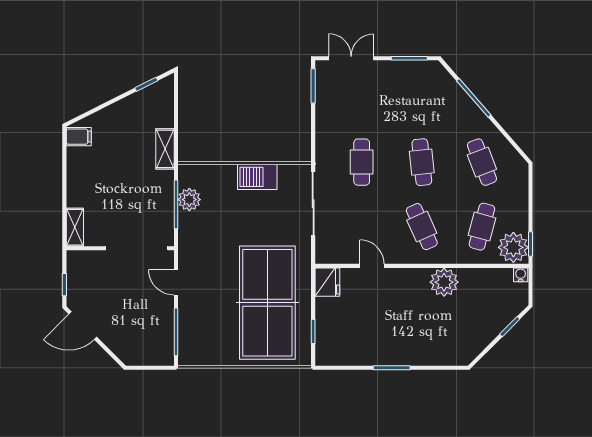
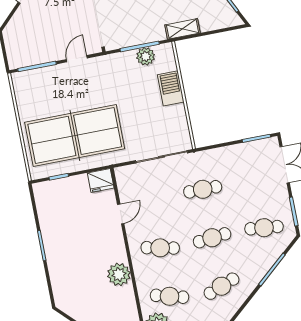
cafe table: (422, 98) -> (264, 228), added
barbecue: (257, 177) -> (171, 88), moved
cafe table: (422, 227) -> (160, 248), turned 36

